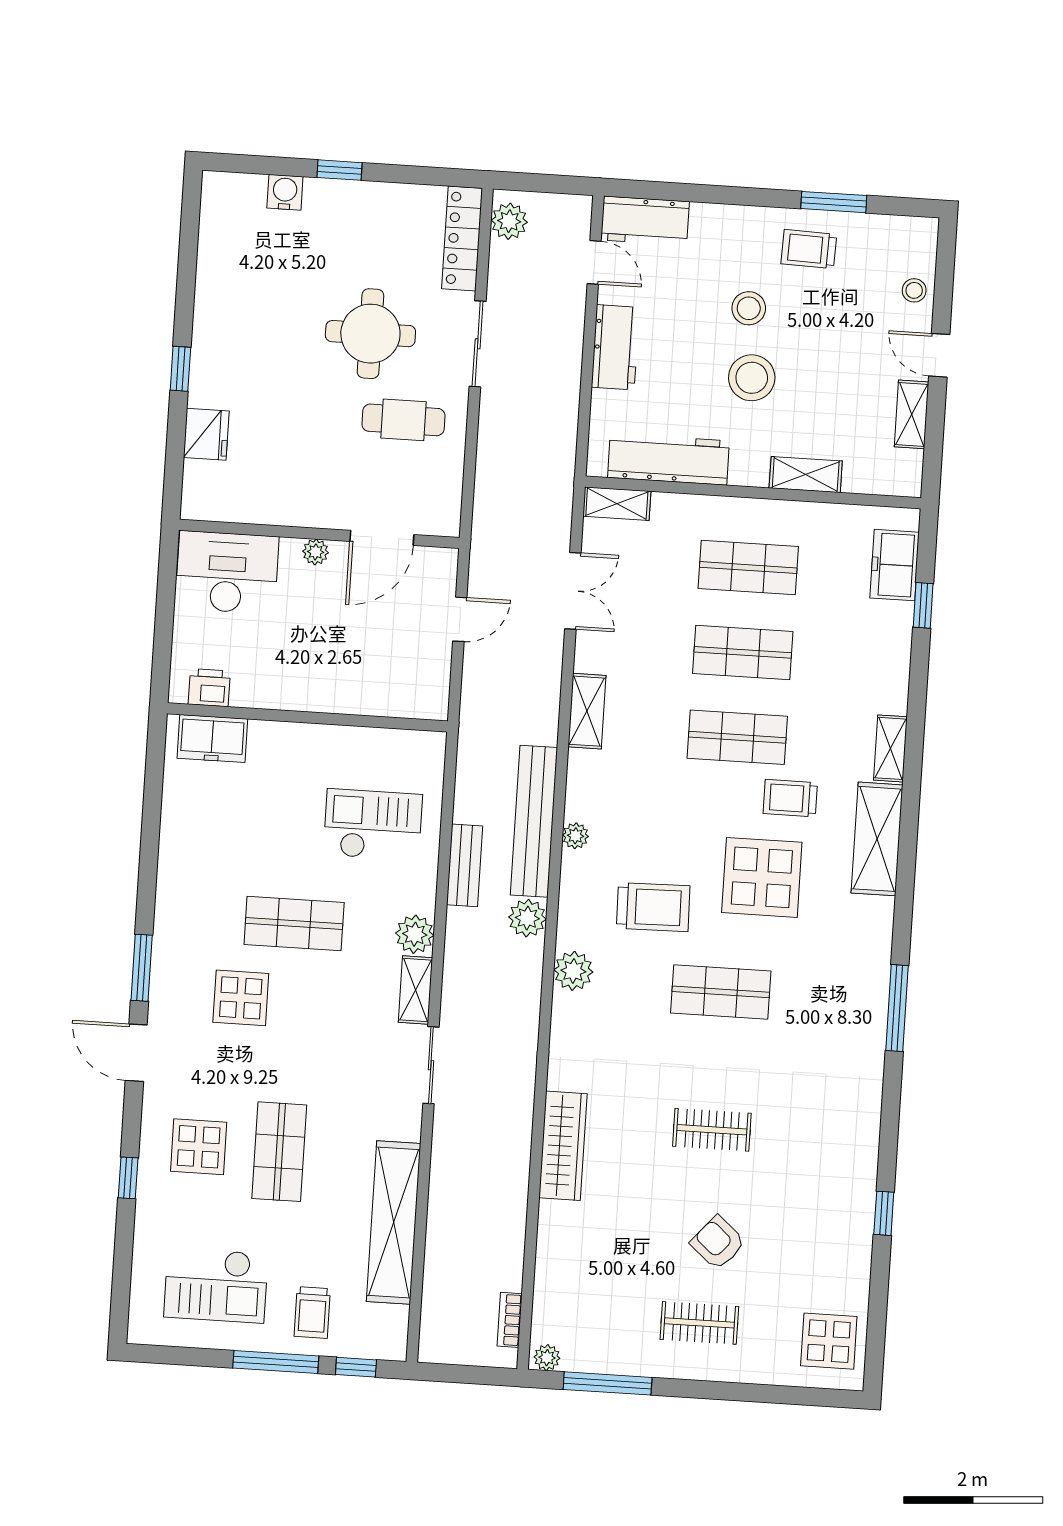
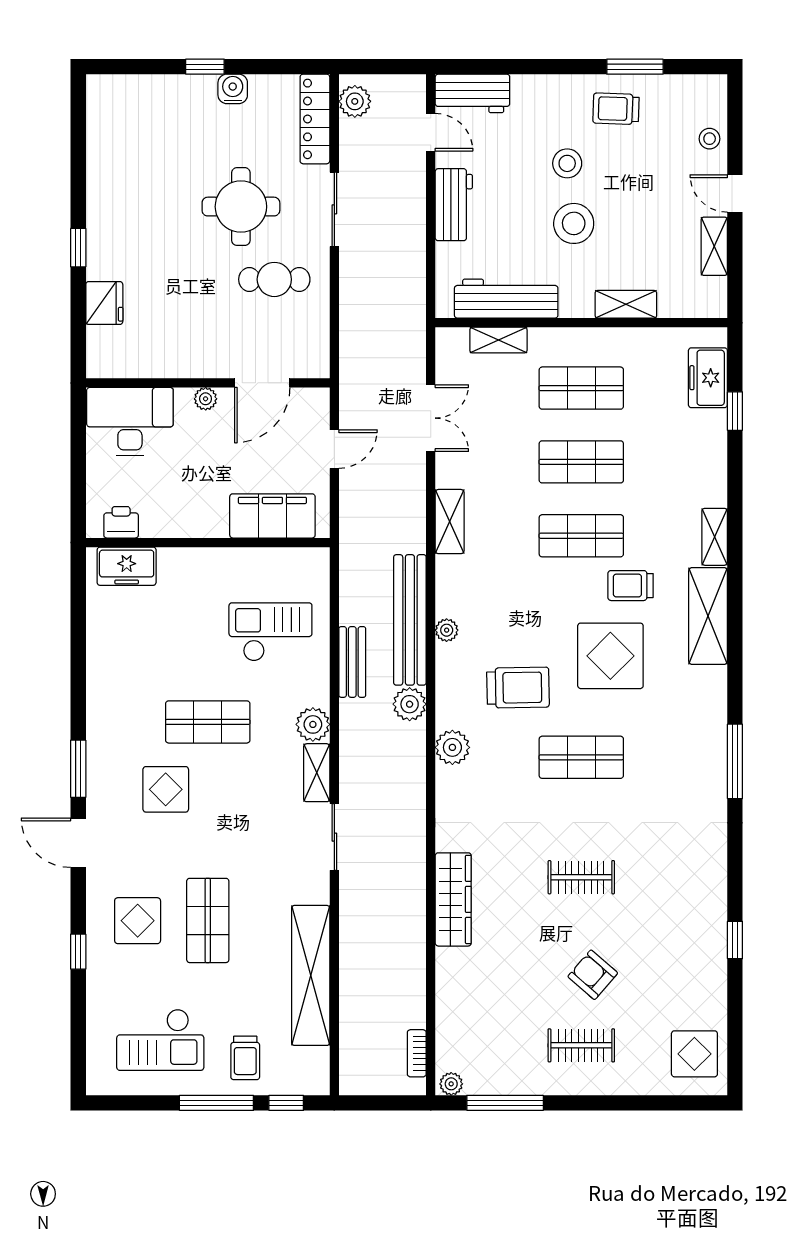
water cooler: (285, 192) -> (233, 89), moved
shelving: (617, 504) -> (498, 340), moved
filing cabinet: (384, 692) -> (272, 516), added

